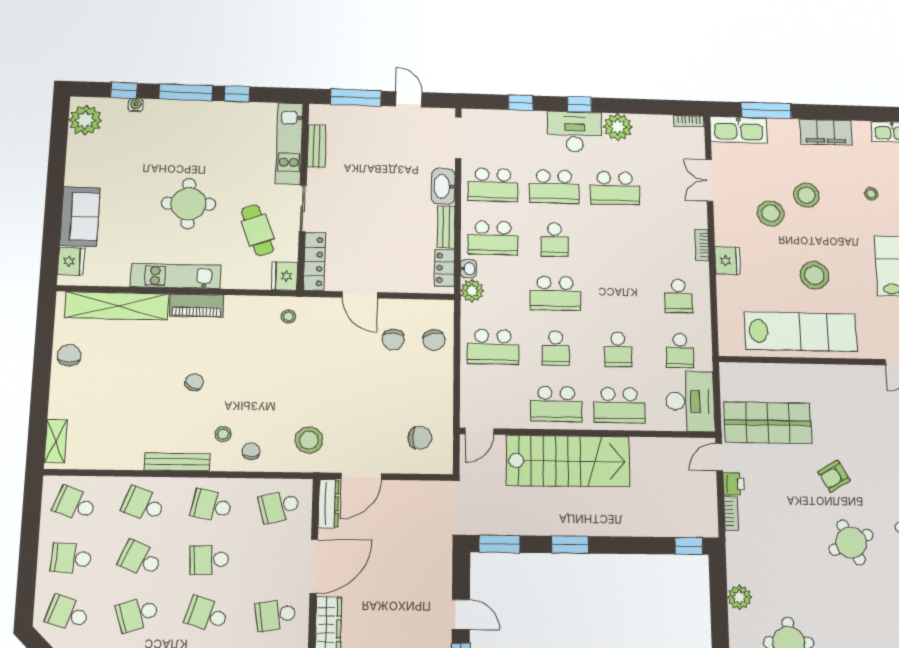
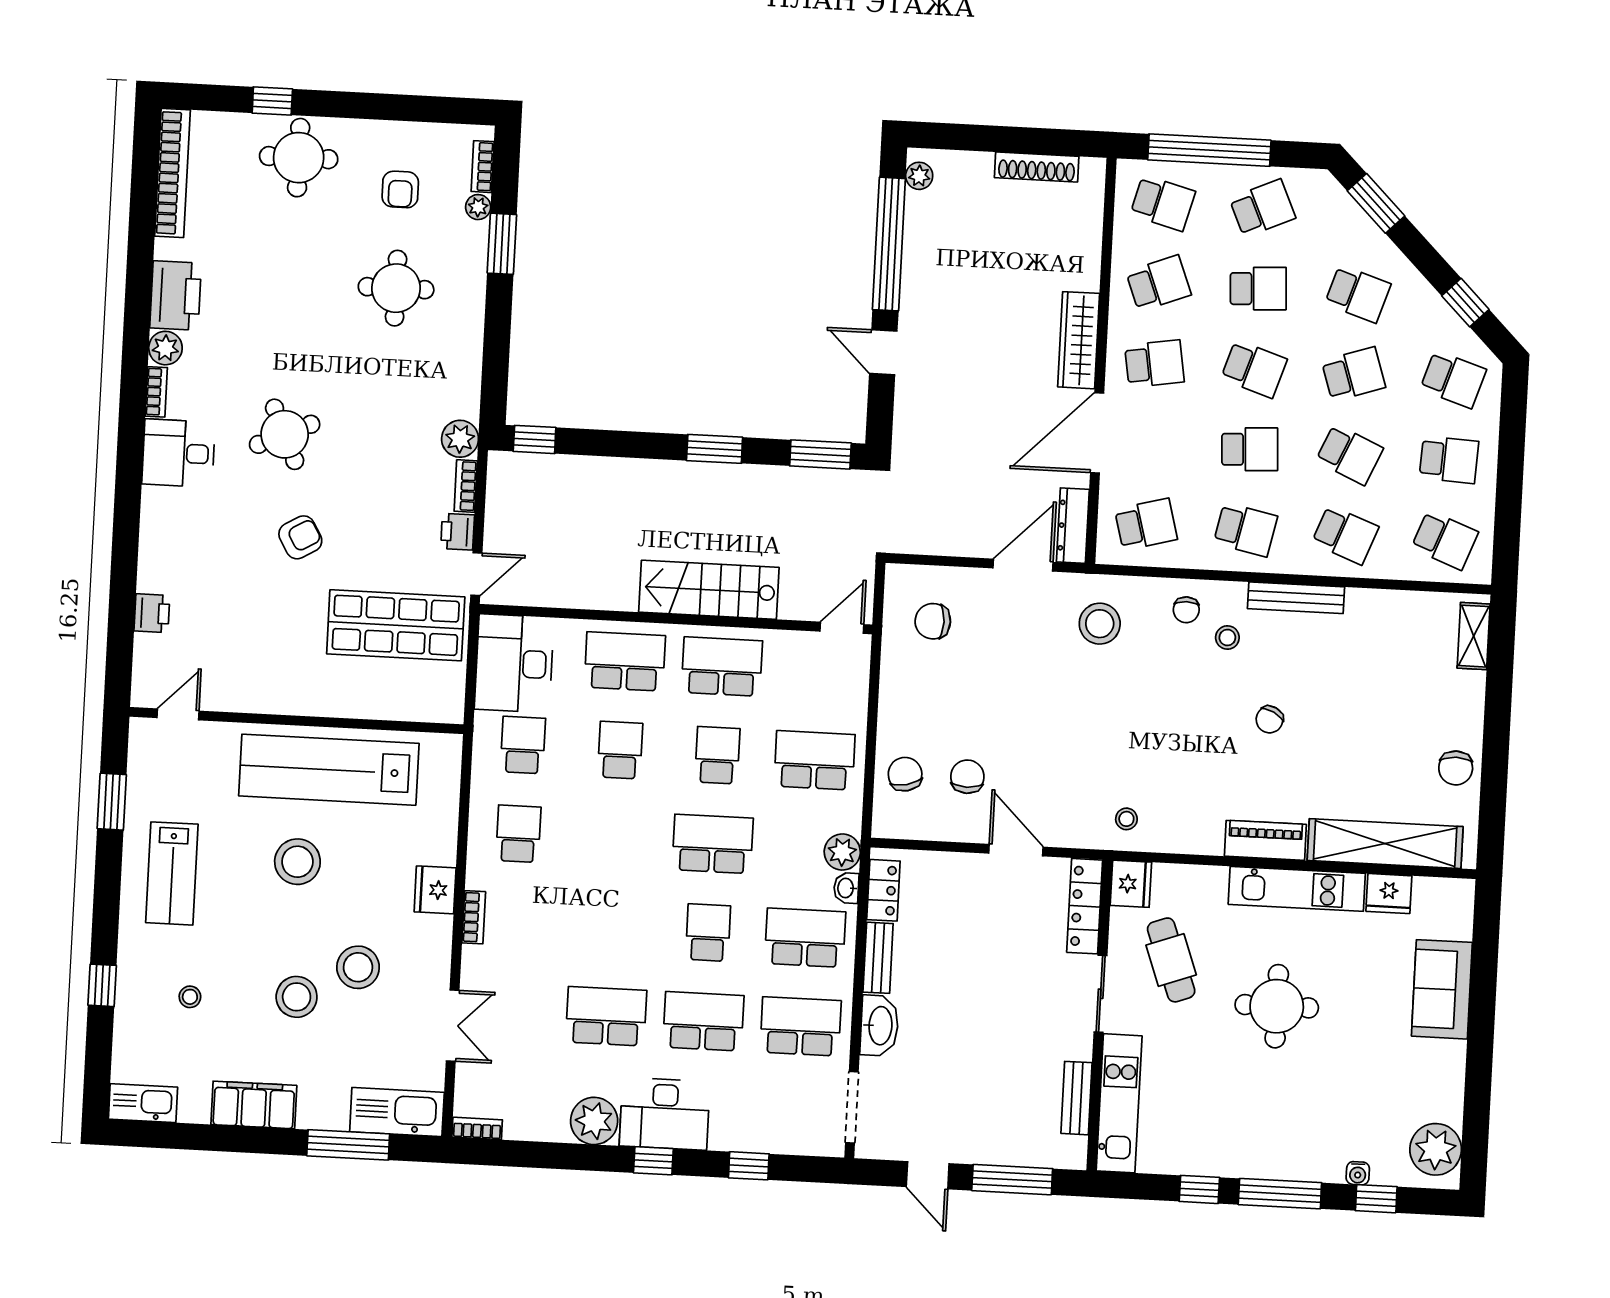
fridge: (71, 261) -> (1389, 894), moved, turned -90
stairs: (568, 461) -> (709, 590), width x0.73, depth x0.66
plant: (739, 597) -> (460, 439), moved

